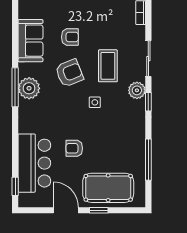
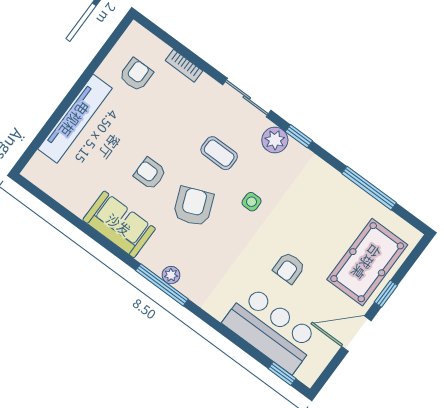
armchair: (70, 37) -> (150, 173), turned -90
coffee table: (108, 66) -> (219, 153), width x0.73, depth x0.77
plant: (29, 88) -> (171, 275), width x0.53, depth x0.53

